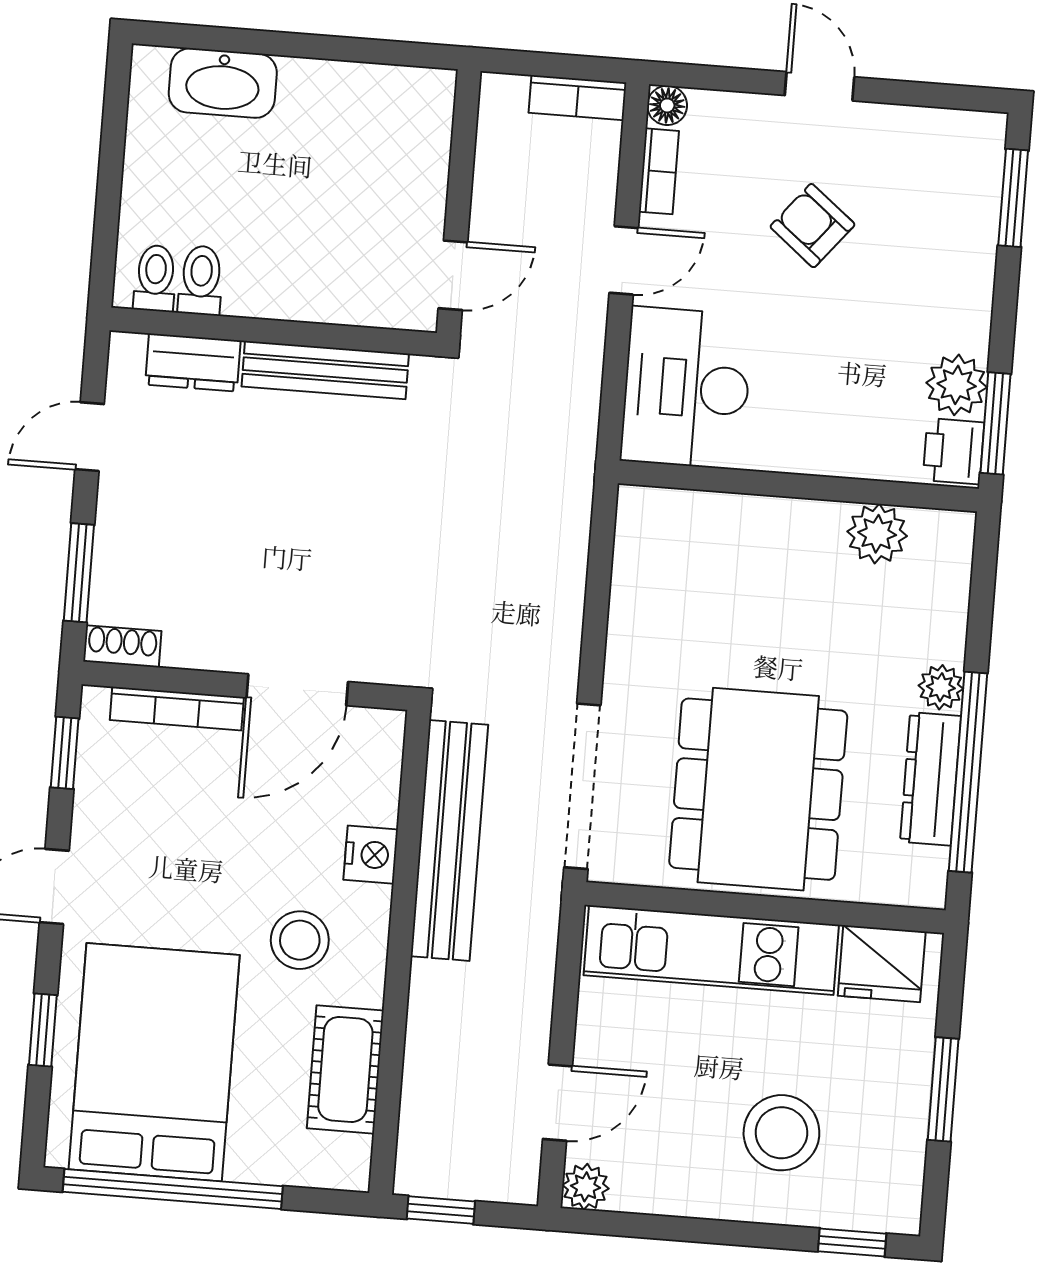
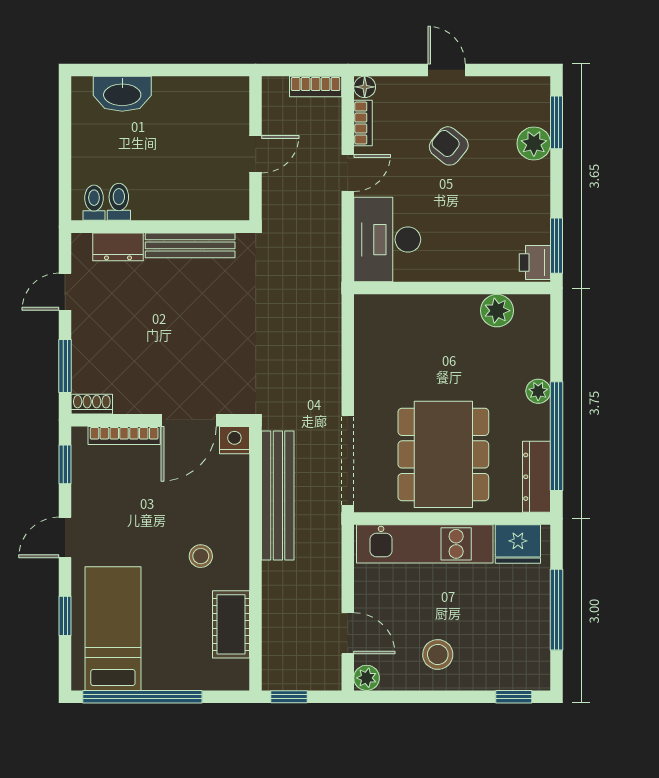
door: (453, 275) -> (256, 154), moved
plant: (957, 385) -> (534, 144), moved
dresser: (931, 779) -> (537, 477), moved
nightstand: (371, 855) -> (234, 440), moved, turned -90
stool: (300, 940) -> (201, 556), width x0.73, depth x0.73
bed: (154, 1062) -> (113, 629), width x0.67
window: (943, 1089) -> (557, 610), width x1.44
door: (557, 1103) -> (348, 633), hinge flipped
stool: (781, 1133) -> (438, 654), moved, width x0.73, depth x0.73

